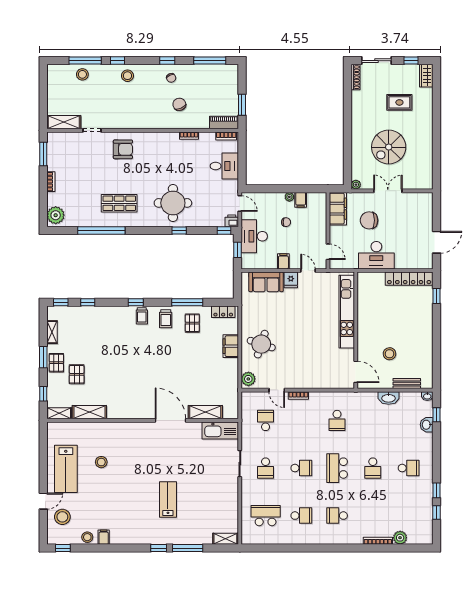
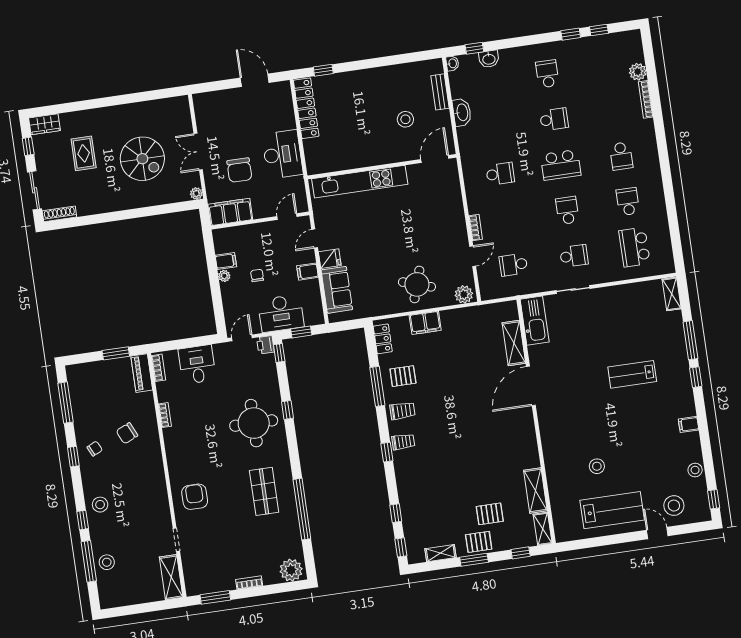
filing cabinet: (104, 537) -> (689, 424), moved

